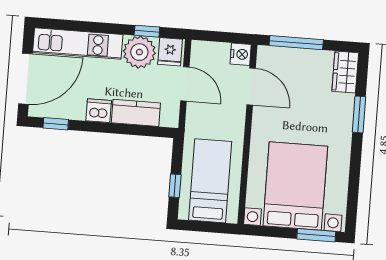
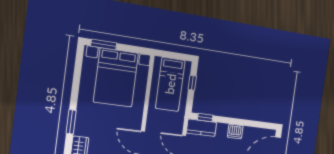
kitchen counter: (136, 113) -> (201, 128), moved
window: (56, 124) -> (205, 118), moved

